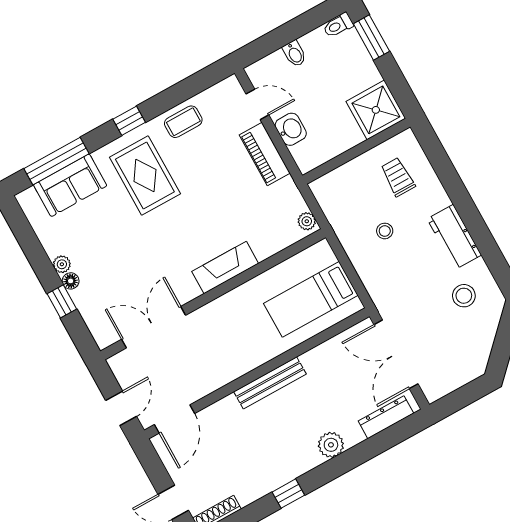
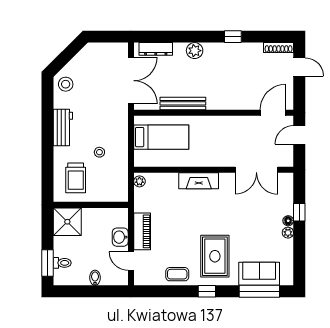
toilet: (338, 25) -> (62, 263), moved
trolley: (398, 177) -> (76, 178), width x1.36, depth x1.39
stool: (464, 296) -> (66, 84), moved
bench: (270, 383) -> (183, 103), moved

